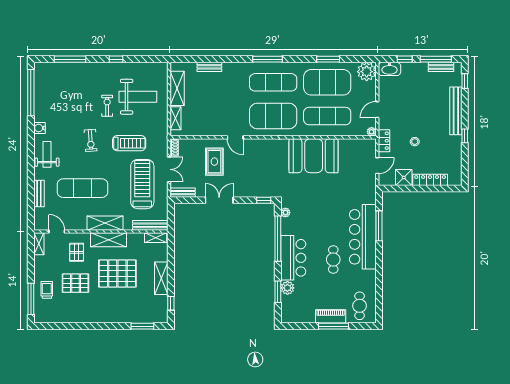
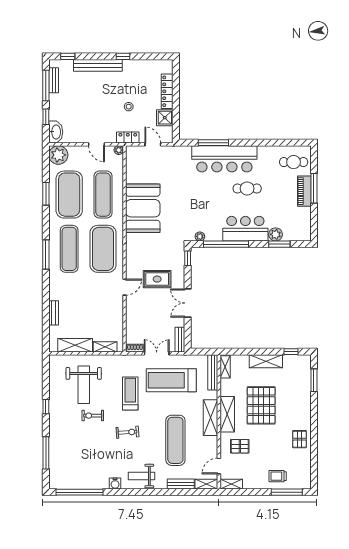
weight bench: (138, 97) -> (84, 385), turned 180
rug: (214, 162) -> (157, 279), moved
shelving: (39, 219) -> (206, 484), added
pallet: (75, 283) -> (300, 439), moved, width x0.67, depth x0.71

